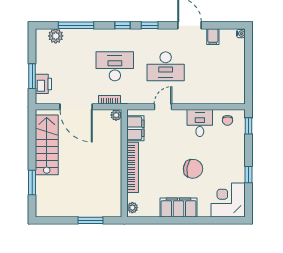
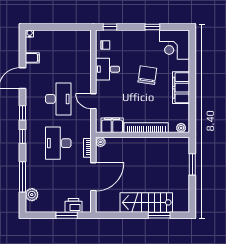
stairs: (47, 145) -> (146, 202), moved

